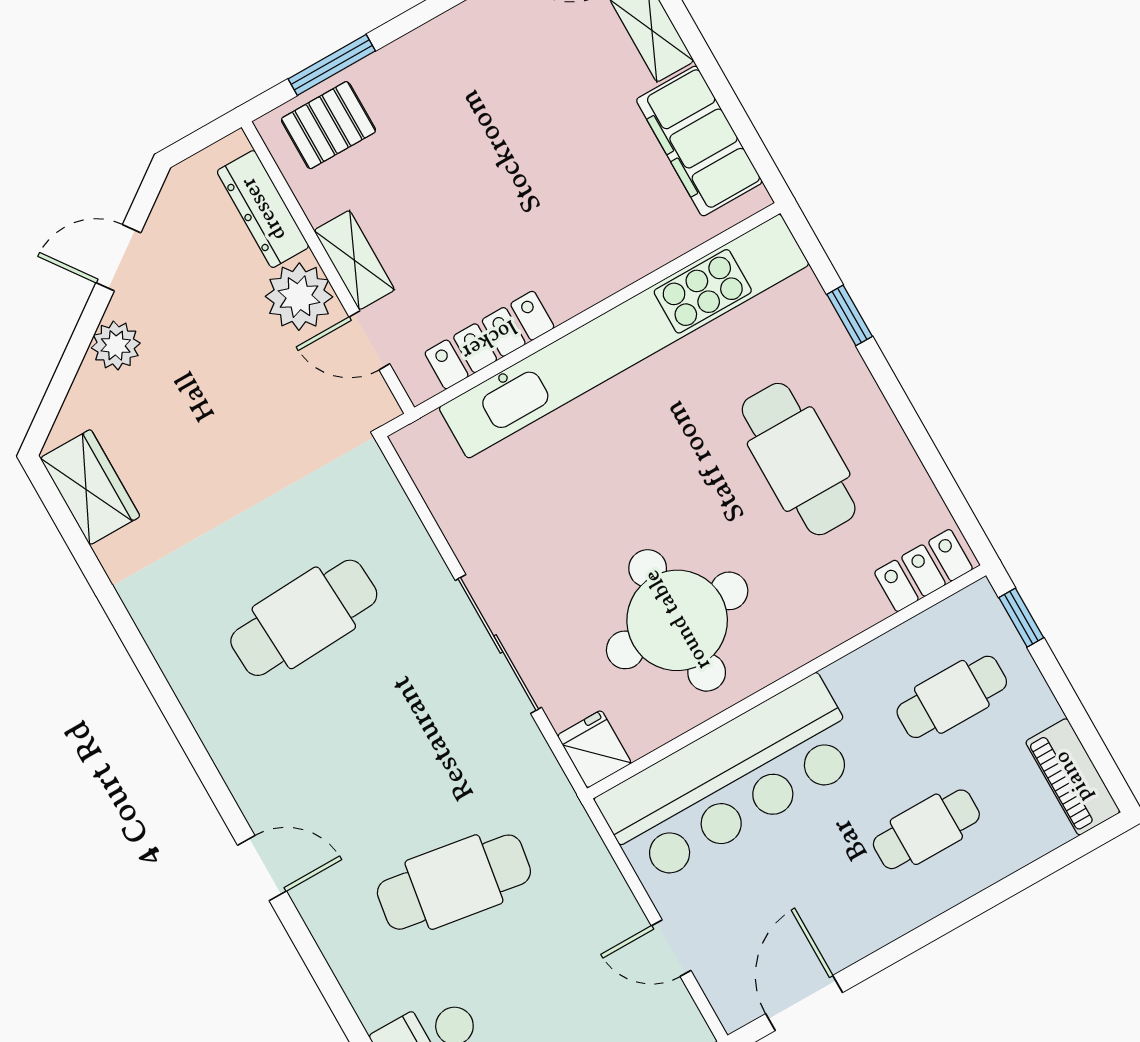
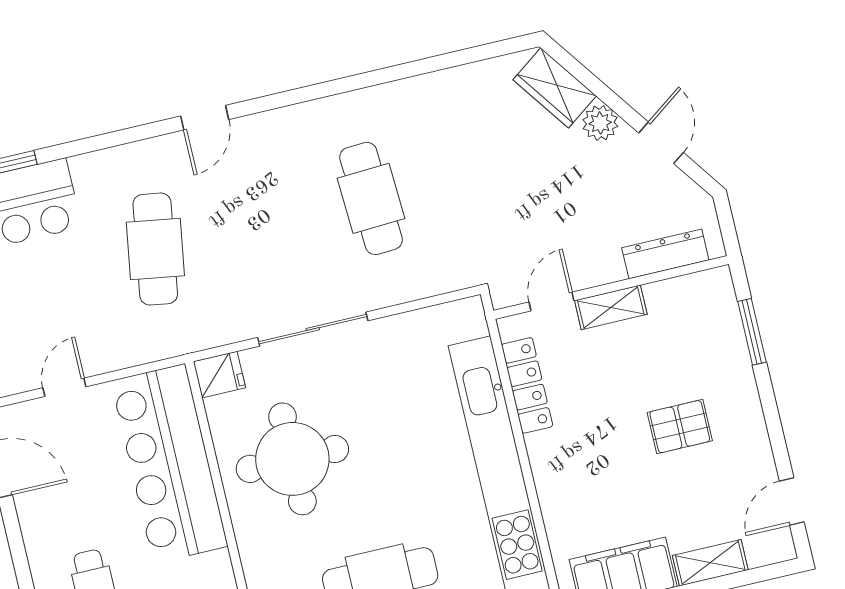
pallet: (328, 125) -> (680, 427), moved, turned 90
plant: (299, 297) -> (597, 261), removed
wardrobe: (90, 487) -> (555, 88), moved, turned 54

